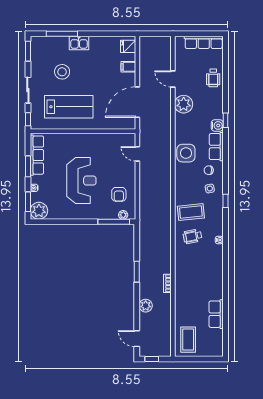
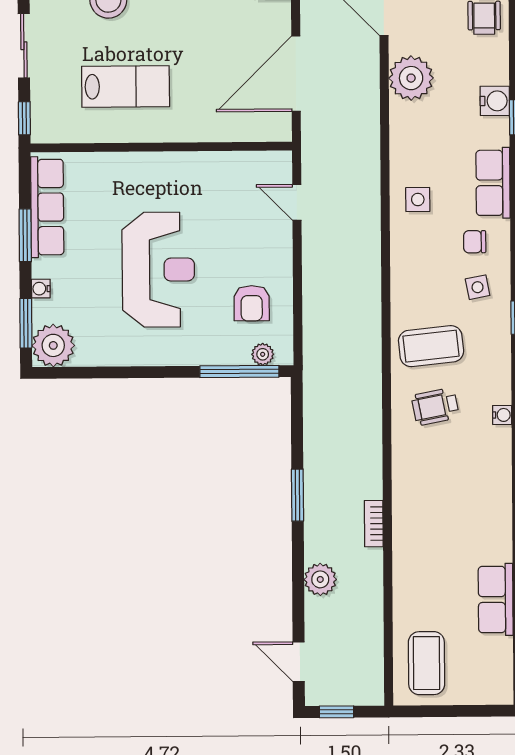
lab bench: (69, 107) -> (126, 87), width x0.73, depth x0.72
water cooler: (217, 125) -> (495, 101), moved
side table: (186, 153) -> (418, 200), width x0.54, depth x0.54

